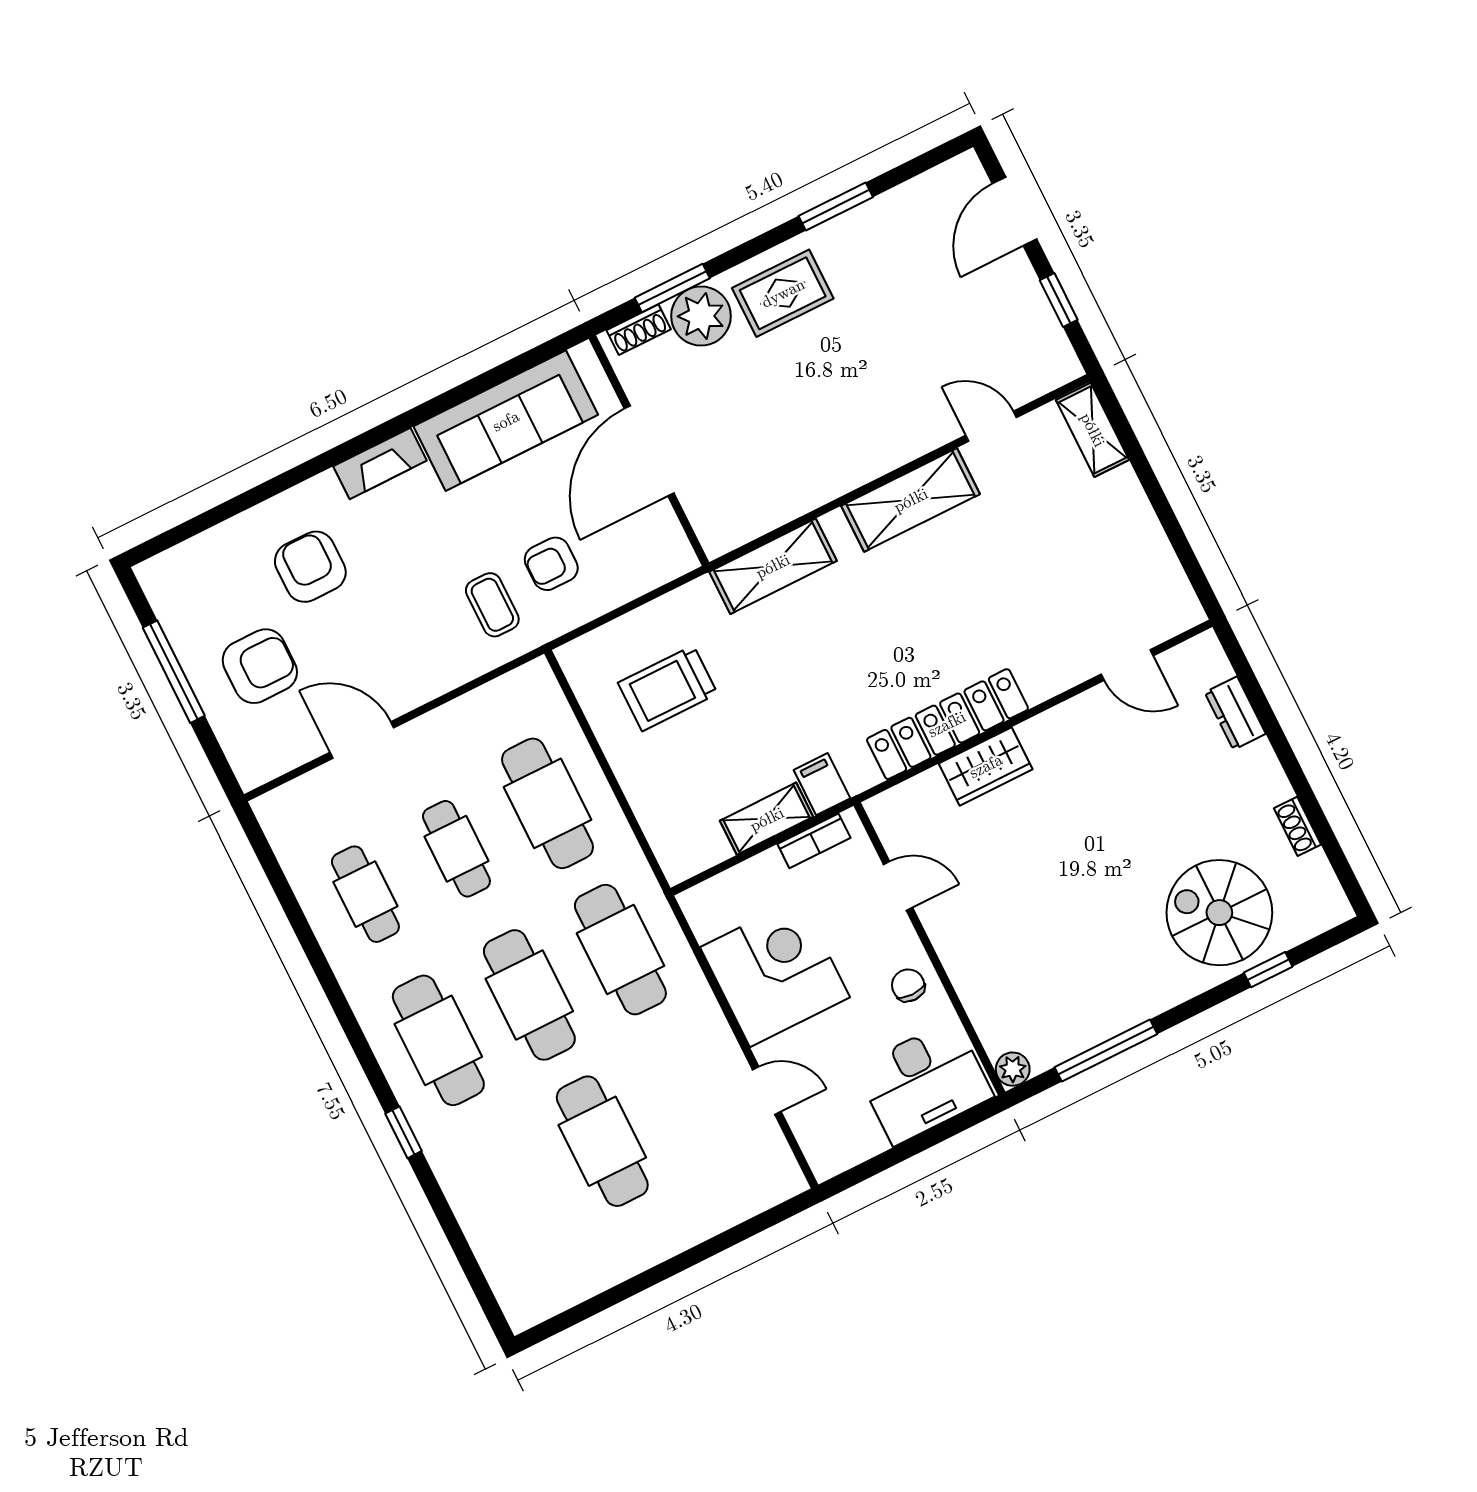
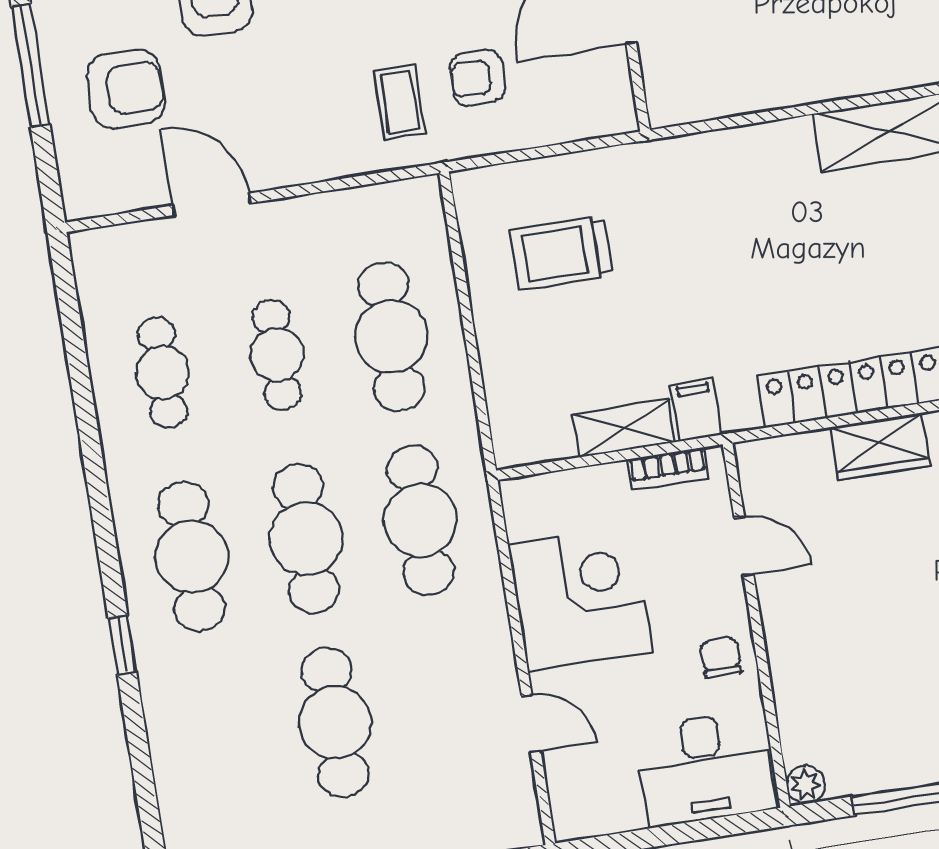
shelving: (773, 566) -> (718, 156), removed

